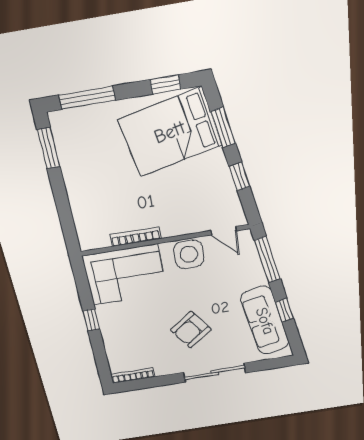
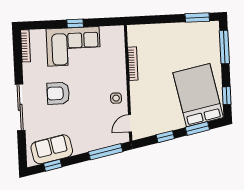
side table: (189, 254) -> (116, 98), width x0.54, depth x0.54
corner sofa: (125, 275) -> (73, 46), moved, turned -90
window: (284, 310) -> (53, 165), moved
sofa: (265, 321) -> (52, 149), width x0.73
armchair: (191, 330) -> (58, 93), turned -54

